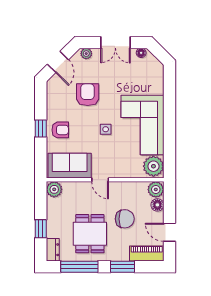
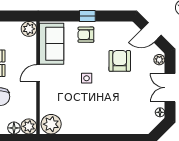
armchair: (88, 95) -> (120, 61), turned -90
corner sofa: (142, 125) -> (91, 114), removed
armchair: (60, 130) -> (86, 35), turned 90

